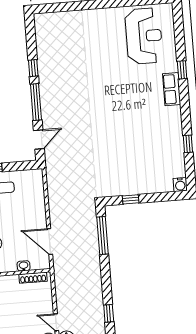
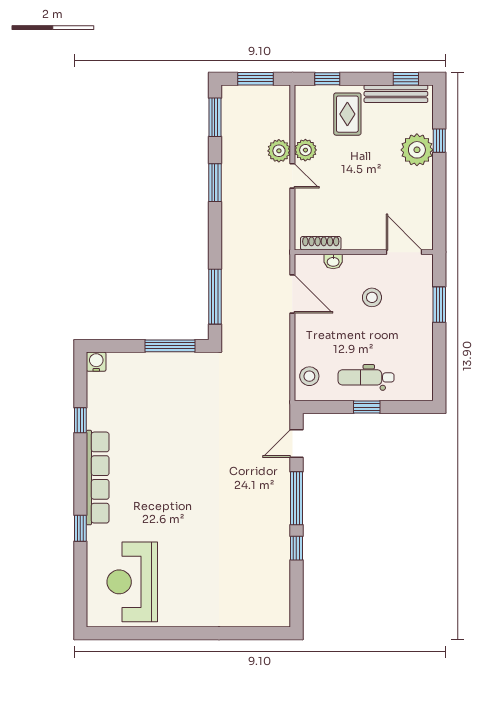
row of seats: (172, 89) -> (98, 478), width x2.02
stool: (34, 186) -> (309, 376), added
window: (131, 199) -> (170, 346), width x2.17
window: (109, 313) -> (215, 183), width x1.50

